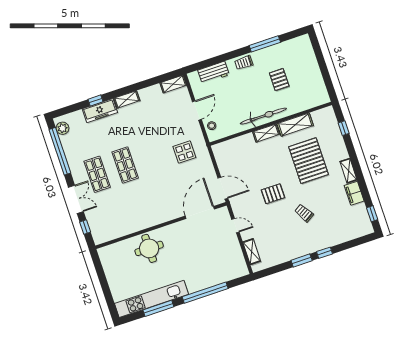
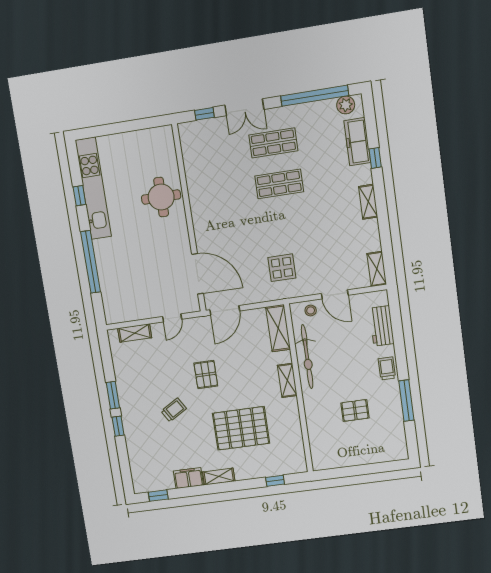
freezer: (100, 111) -> (357, 142), moved
bicycle: (263, 116) -> (307, 357), moved
shelving: (295, 125) -> (278, 328), moved
window: (158, 308) -> (79, 196), width x0.46

